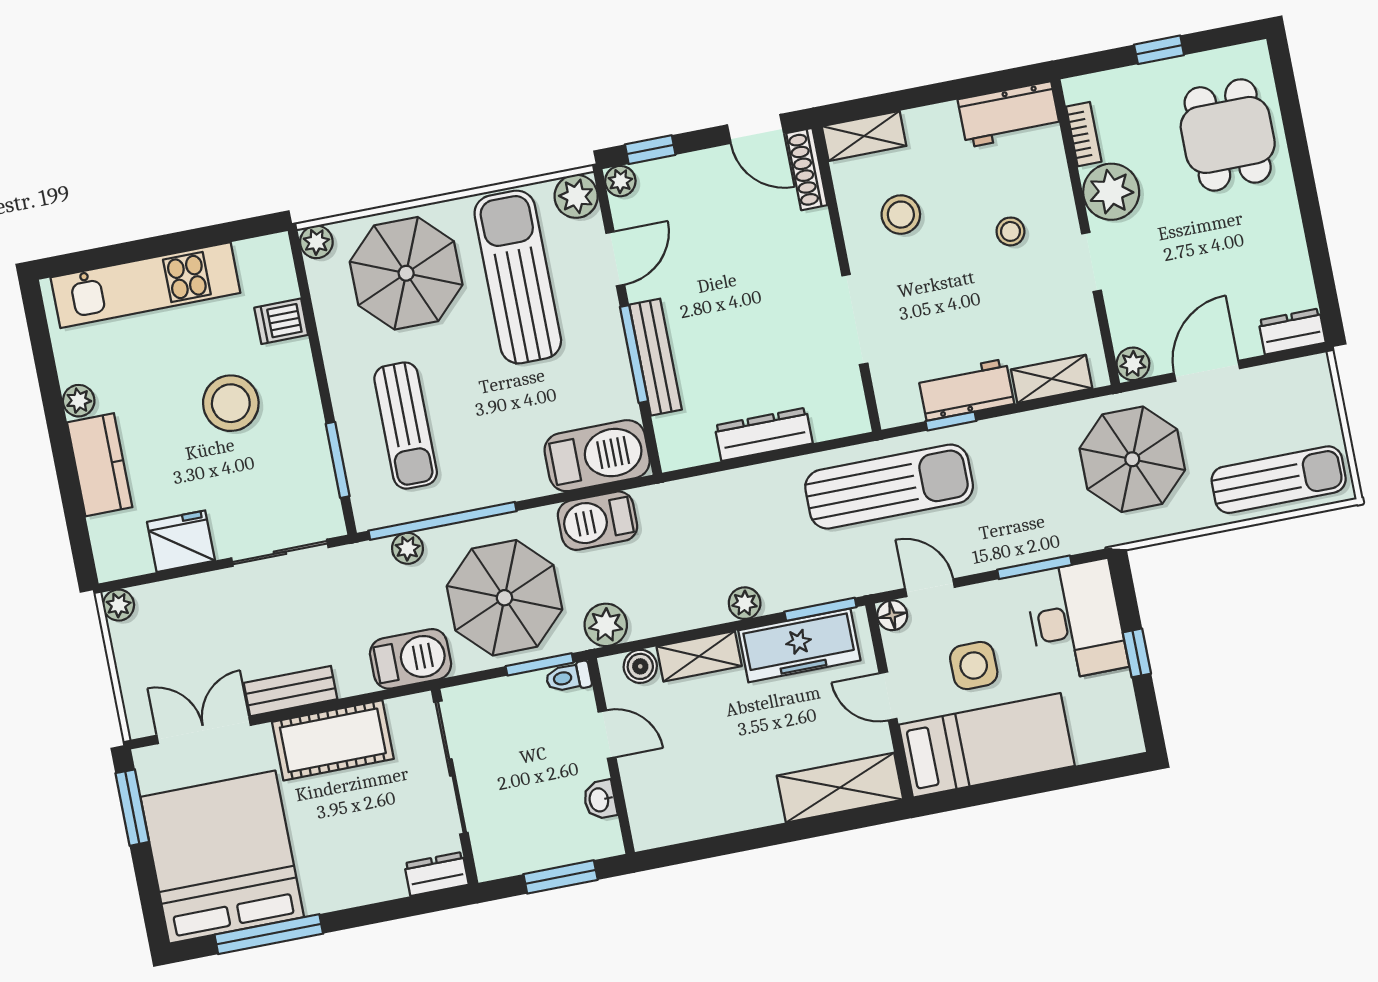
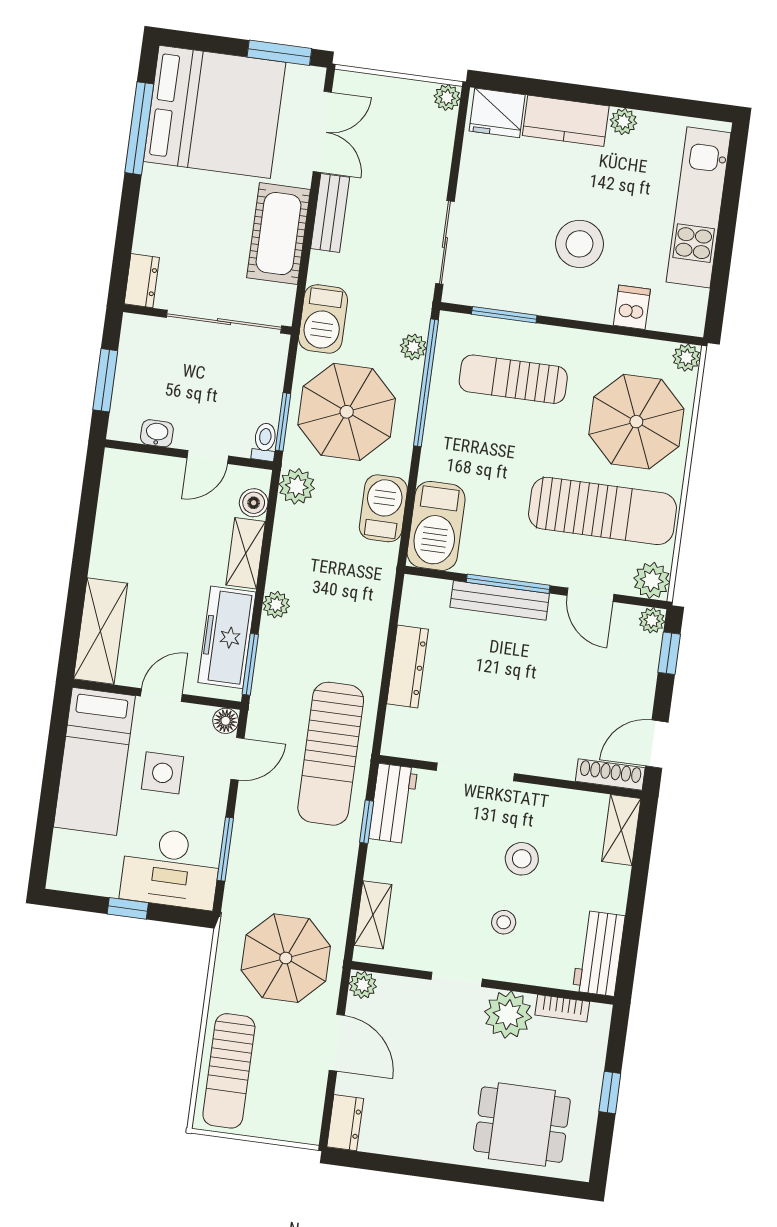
stool: (901, 215) -> (522, 859), moved
workbench: (966, 390) -> (393, 803), moved
fridge: (181, 541) -> (497, 113), moved, turned 90

